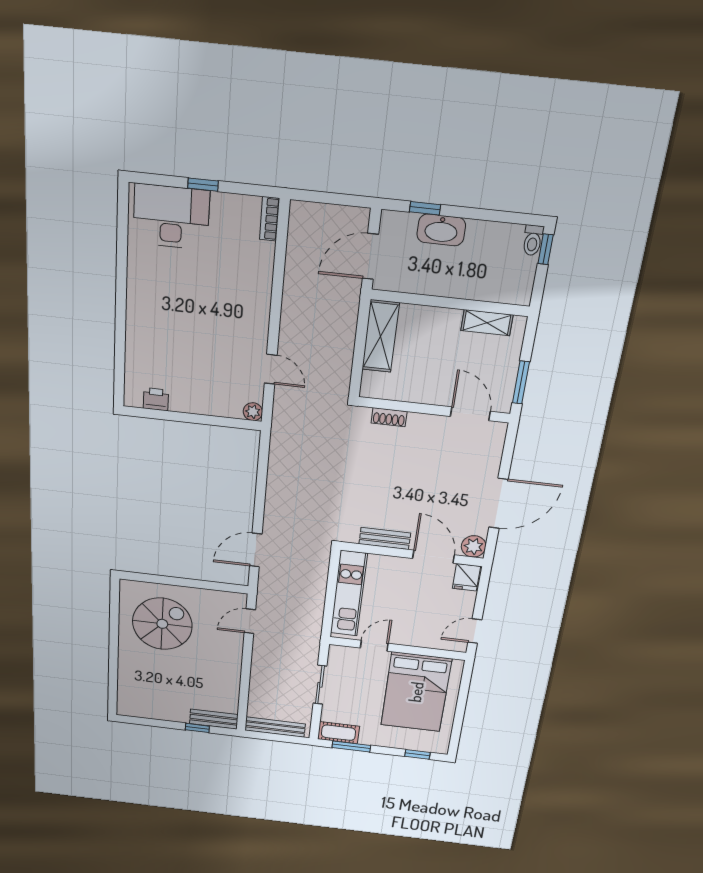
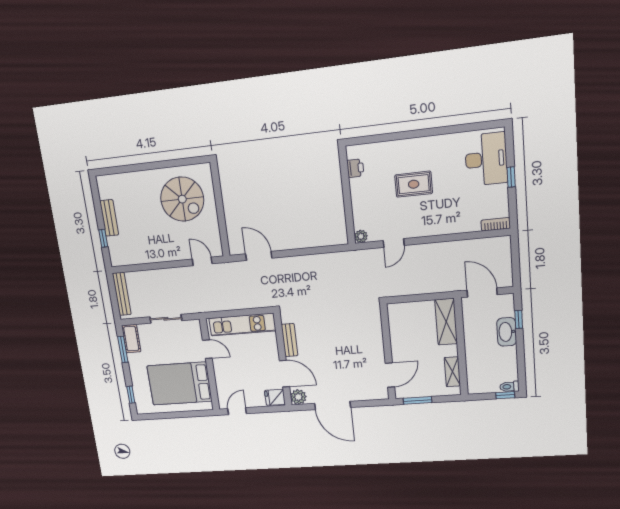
rug: (191, 325) -> (414, 184), added
shelving: (381, 336) -> (446, 322), moved, turned 90
shoe rack: (389, 417) -> (377, 325), removed
door: (434, 557) -> (284, 374), hinge flipped
door: (475, 631) -> (237, 411), hinge flipped
bench: (214, 719) -> (109, 218), moved

